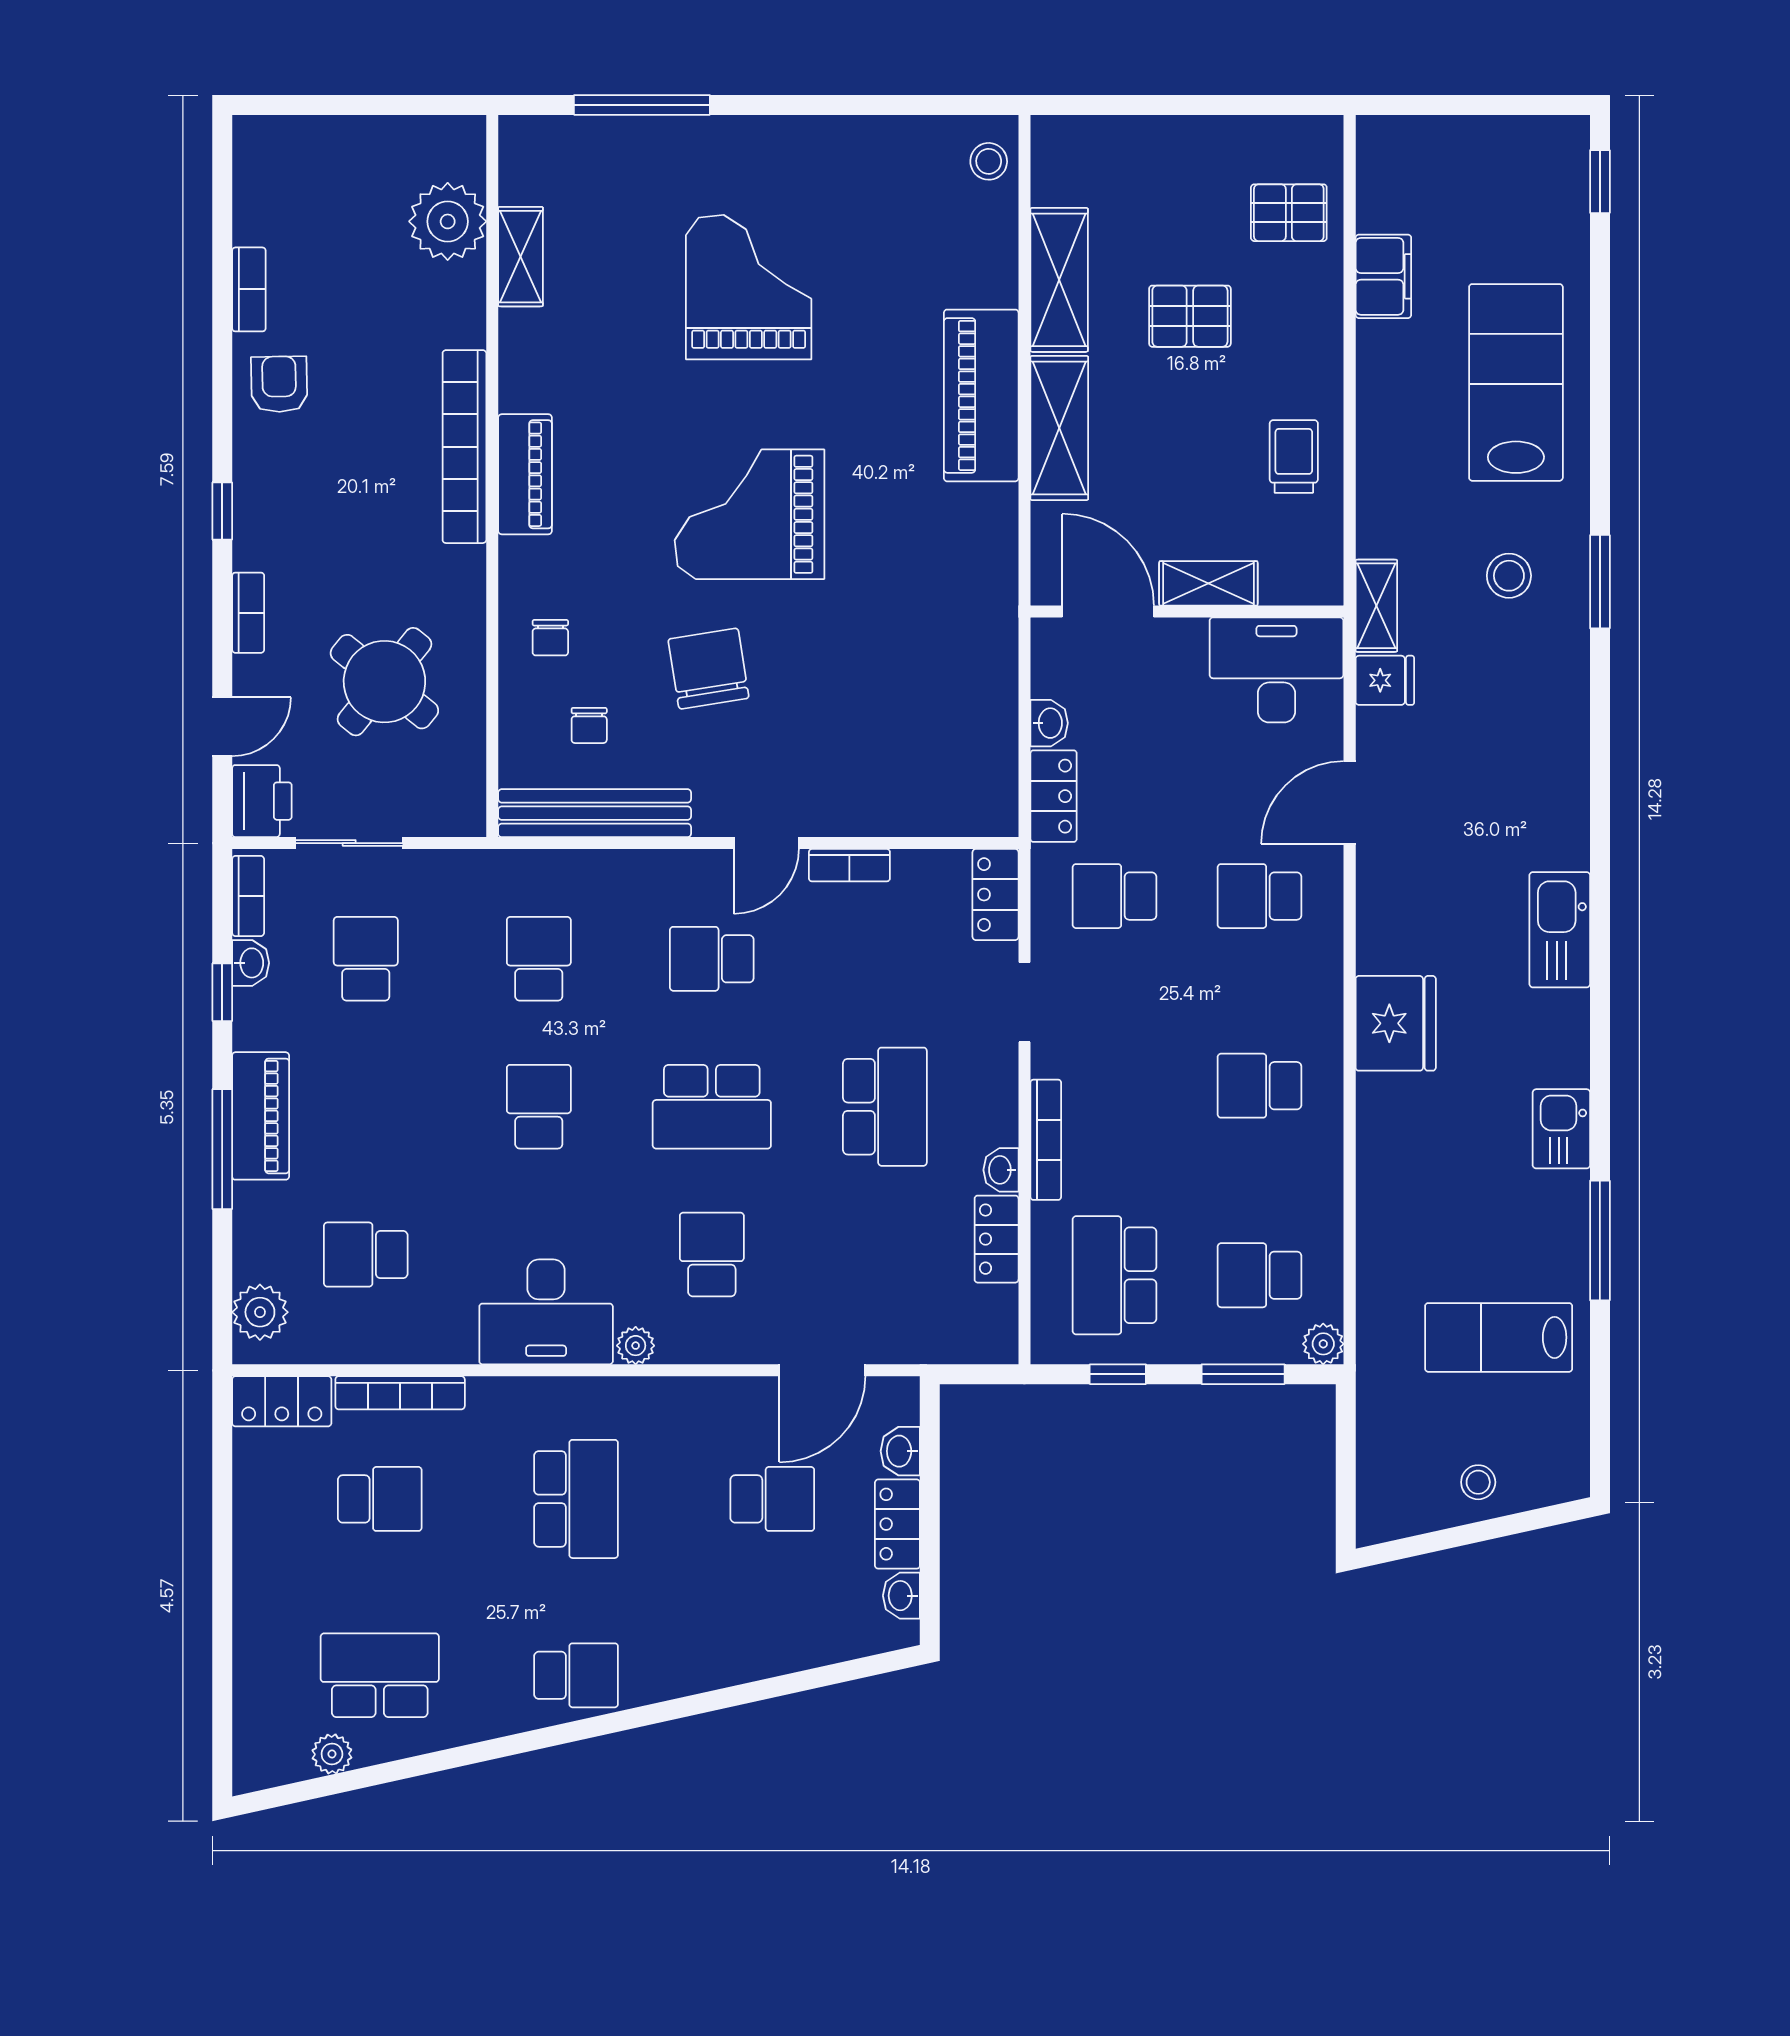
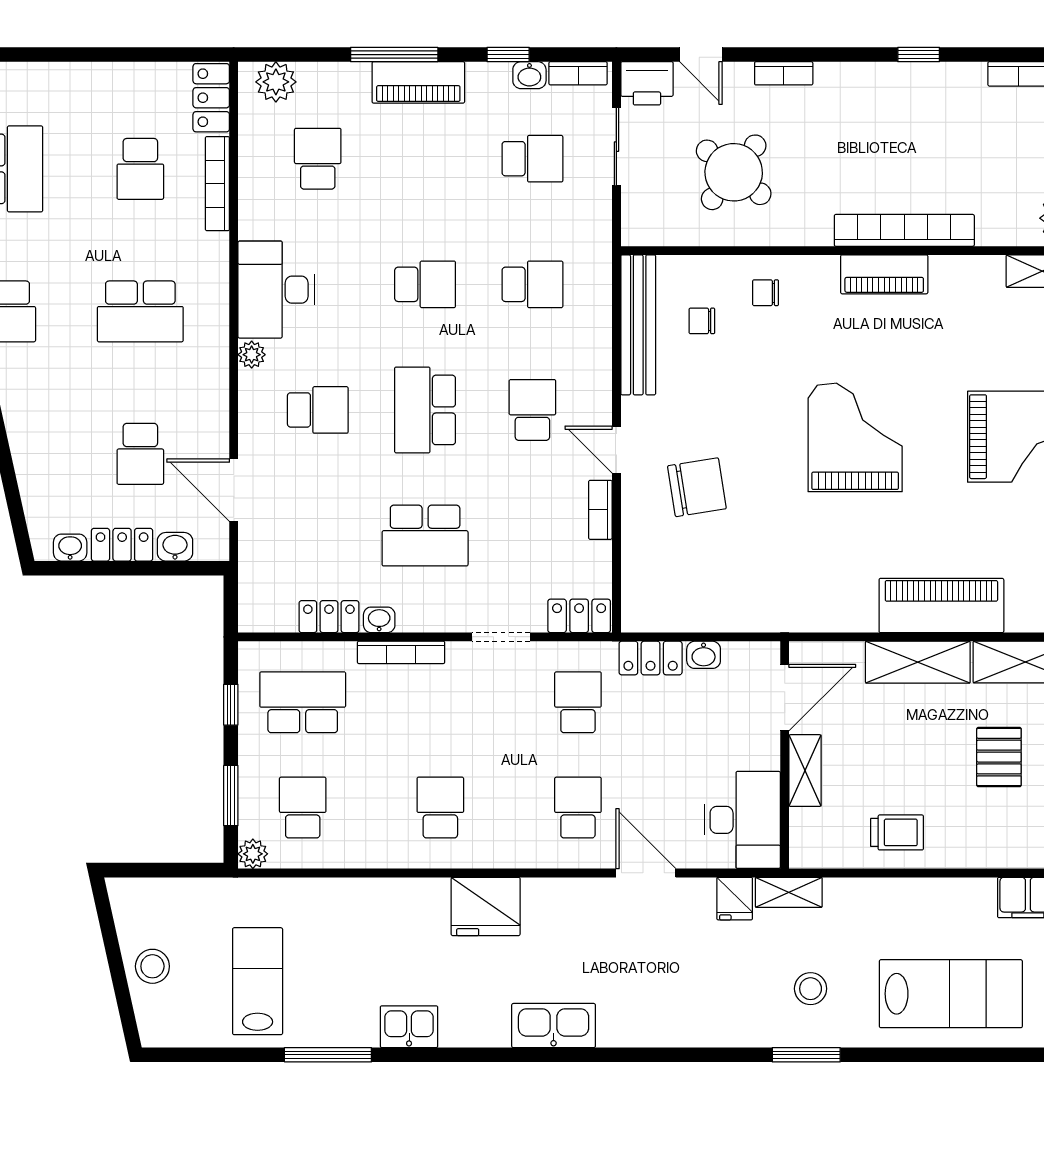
armchair: (279, 384) -> (950, 96), removed
window: (222, 511) -> (919, 55), moved
chair: (709, 669) -> (697, 487), moved
stool: (1478, 1482) -> (152, 966), width x1.37, depth x1.37

